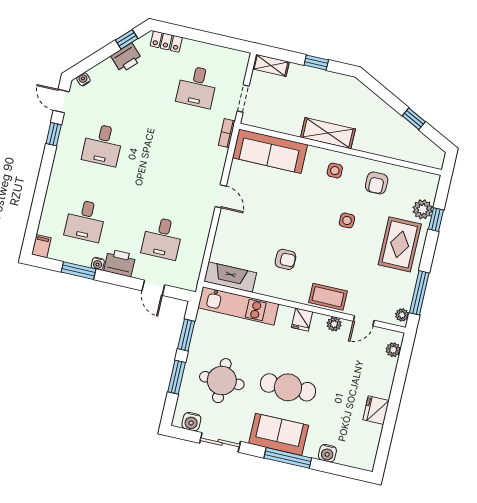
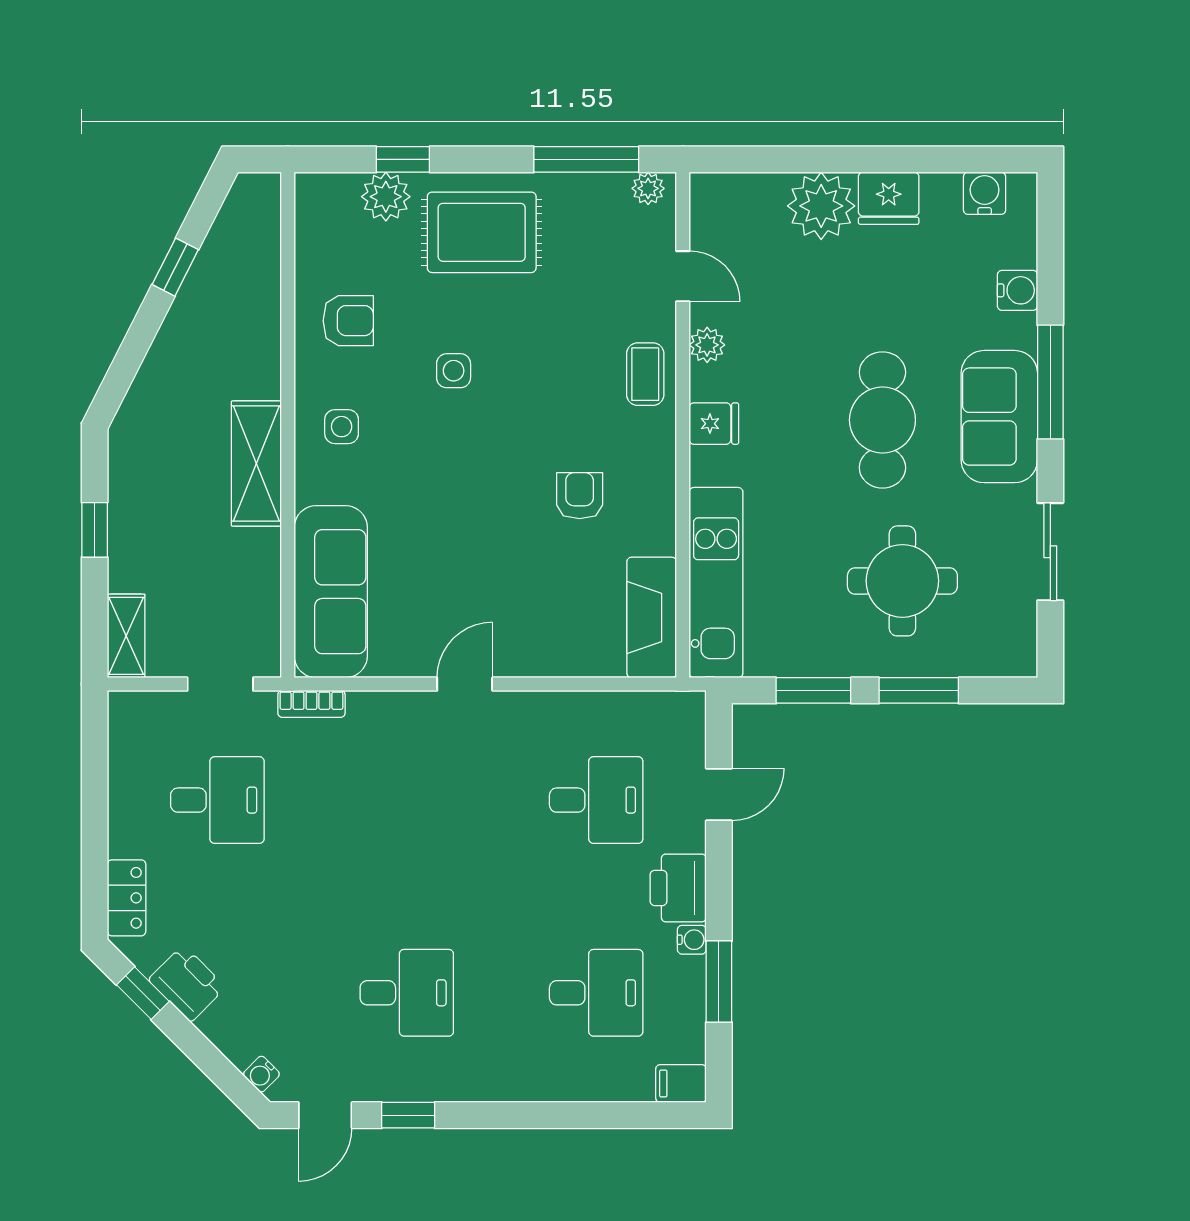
coffee table: (328, 297) -> (645, 374), width x0.73, depth x0.77
plant: (393, 350) -> (821, 206), moved, width x1.88, depth x1.88
water cooler: (191, 422) -> (985, 193), moved, turned -90

